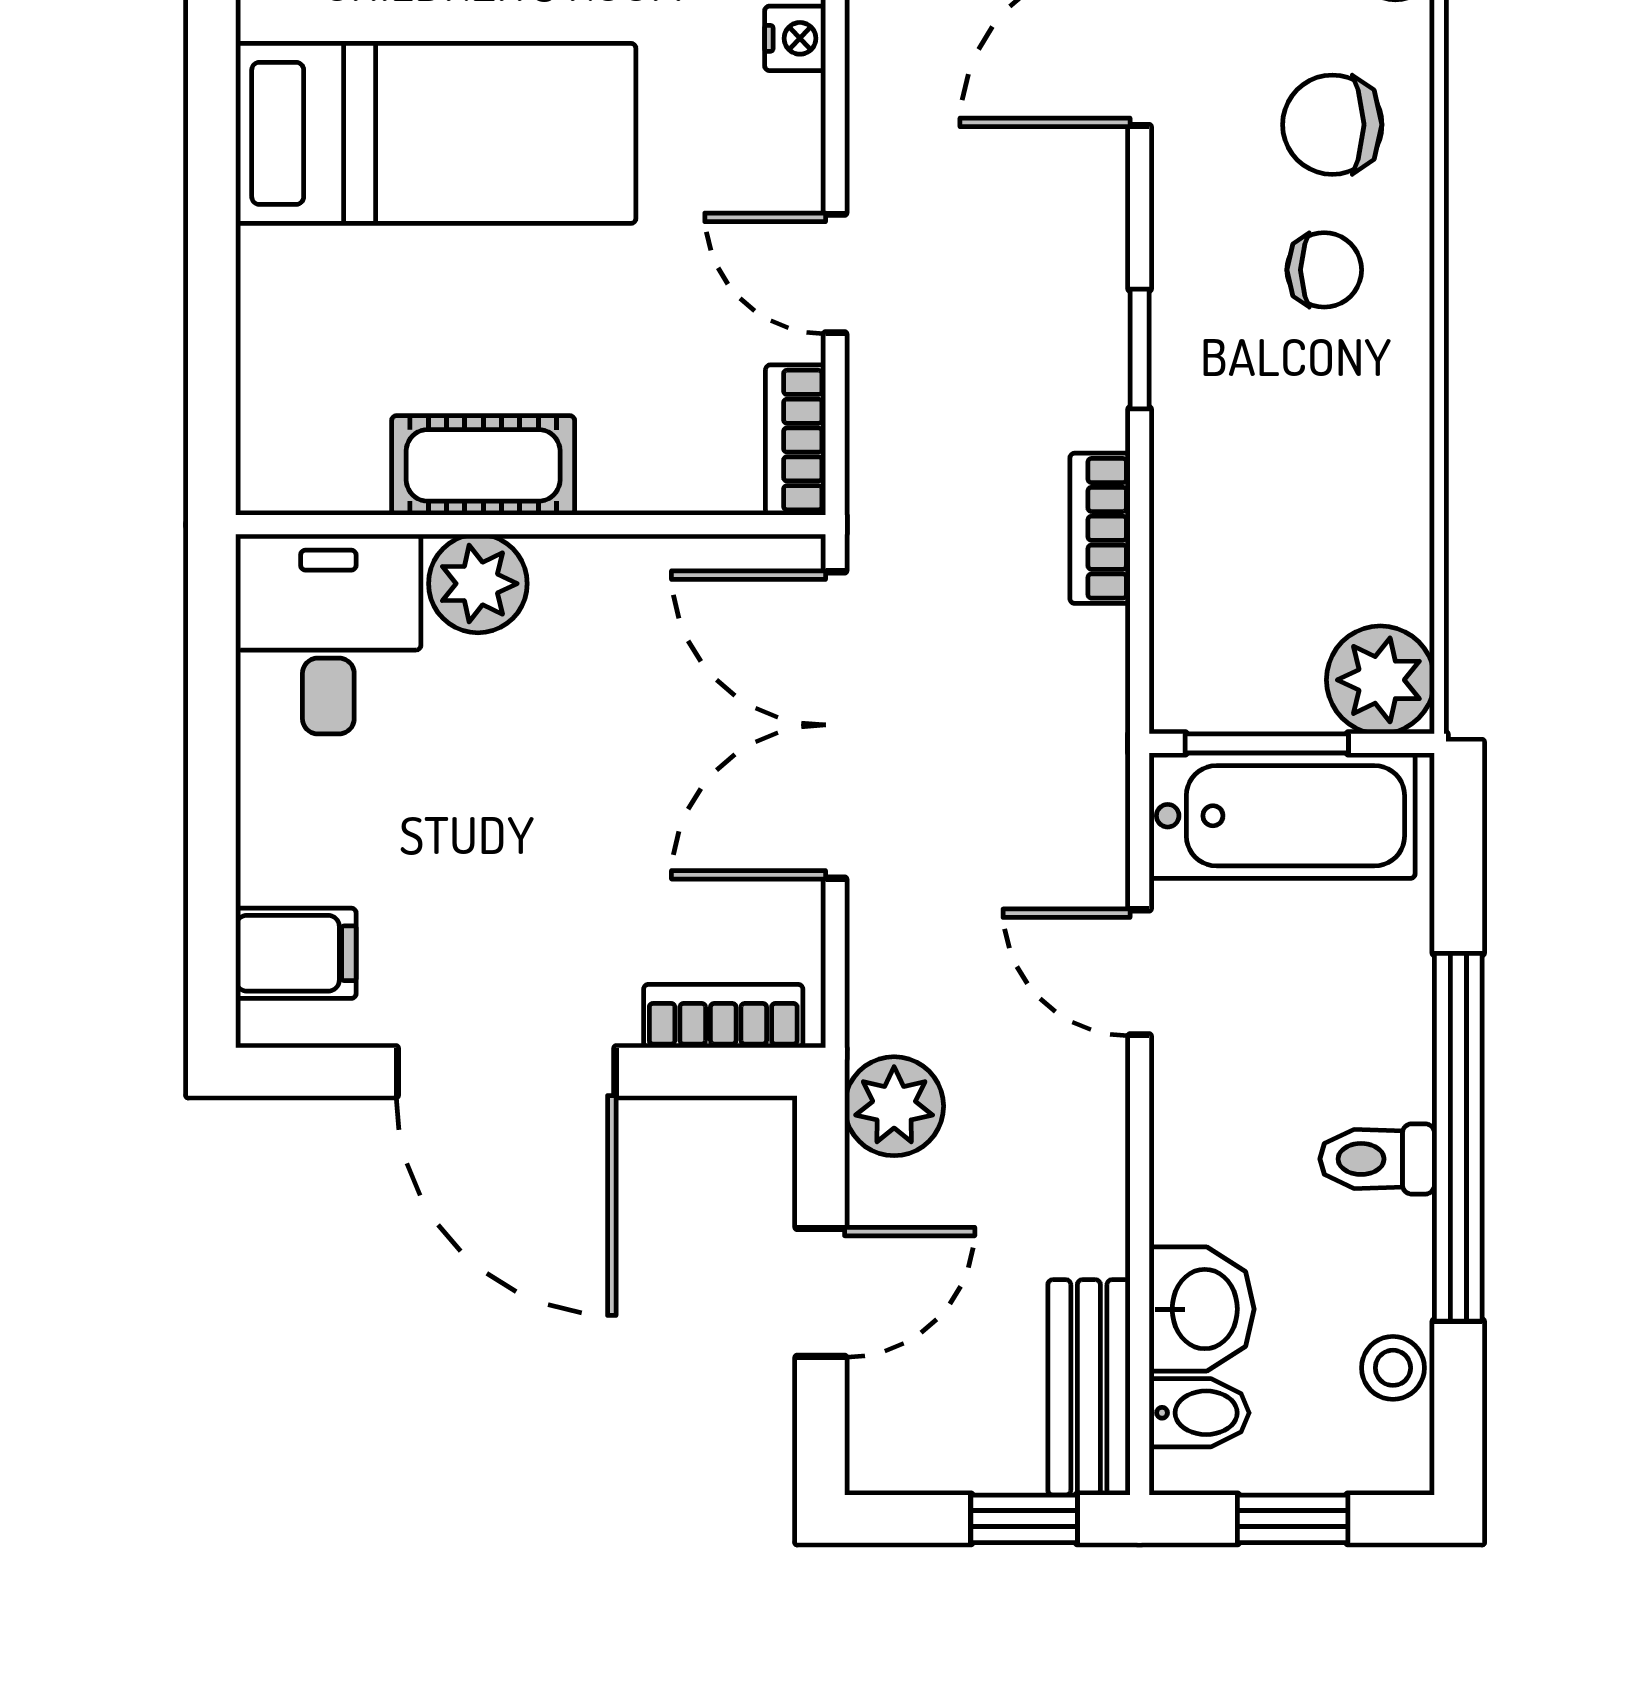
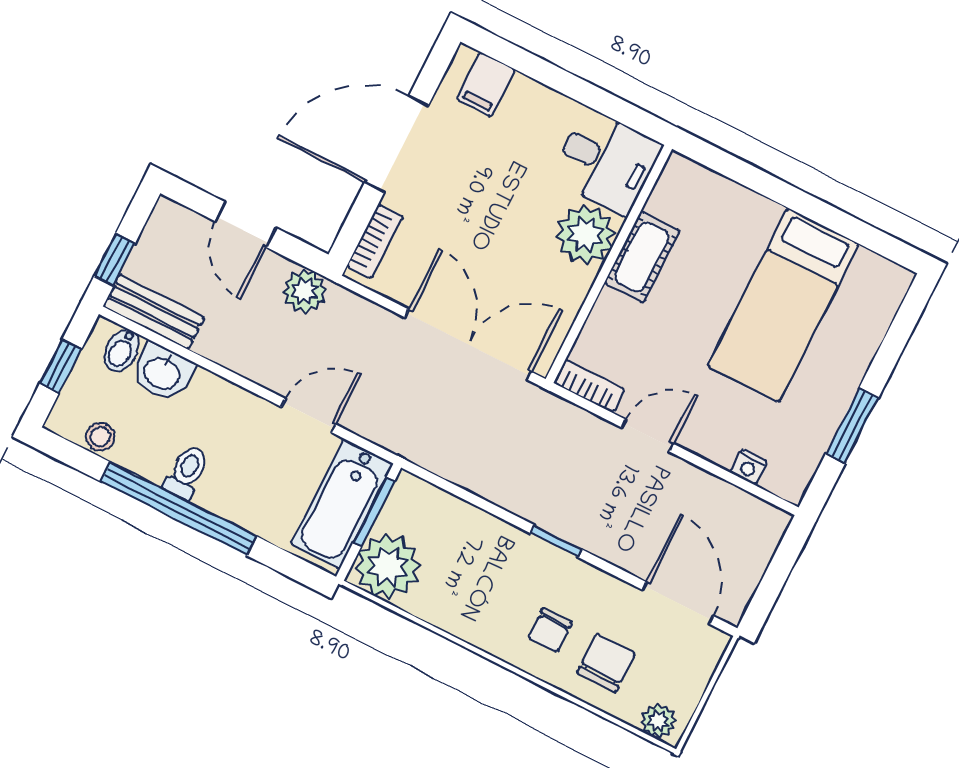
bookcase: (1100, 528) -> (493, 489), removed
plant: (478, 584) -> (585, 235), width x1.36, depth x1.36
plant: (1380, 680) -> (388, 566), width x1.36, depth x1.36

